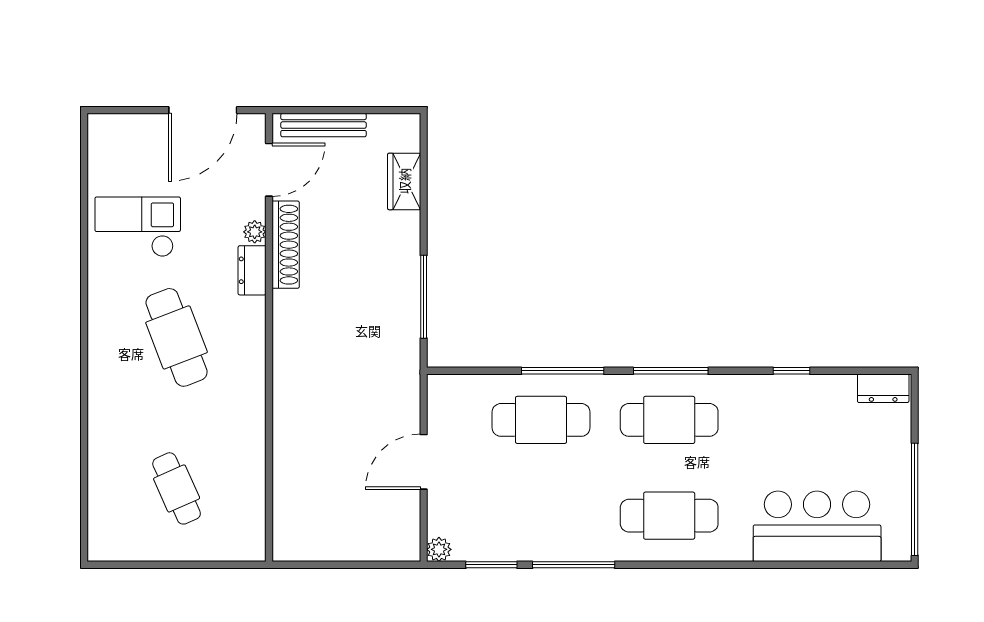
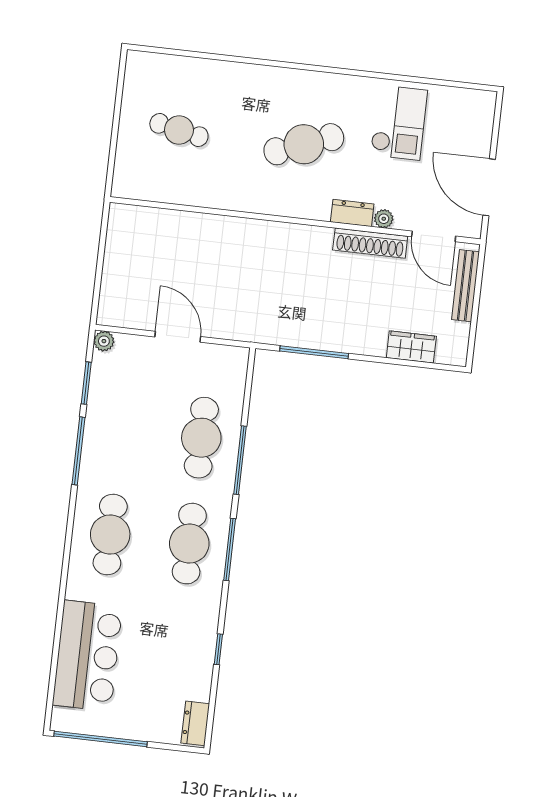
cafe table: (177, 488) -> (179, 130), turned 36

